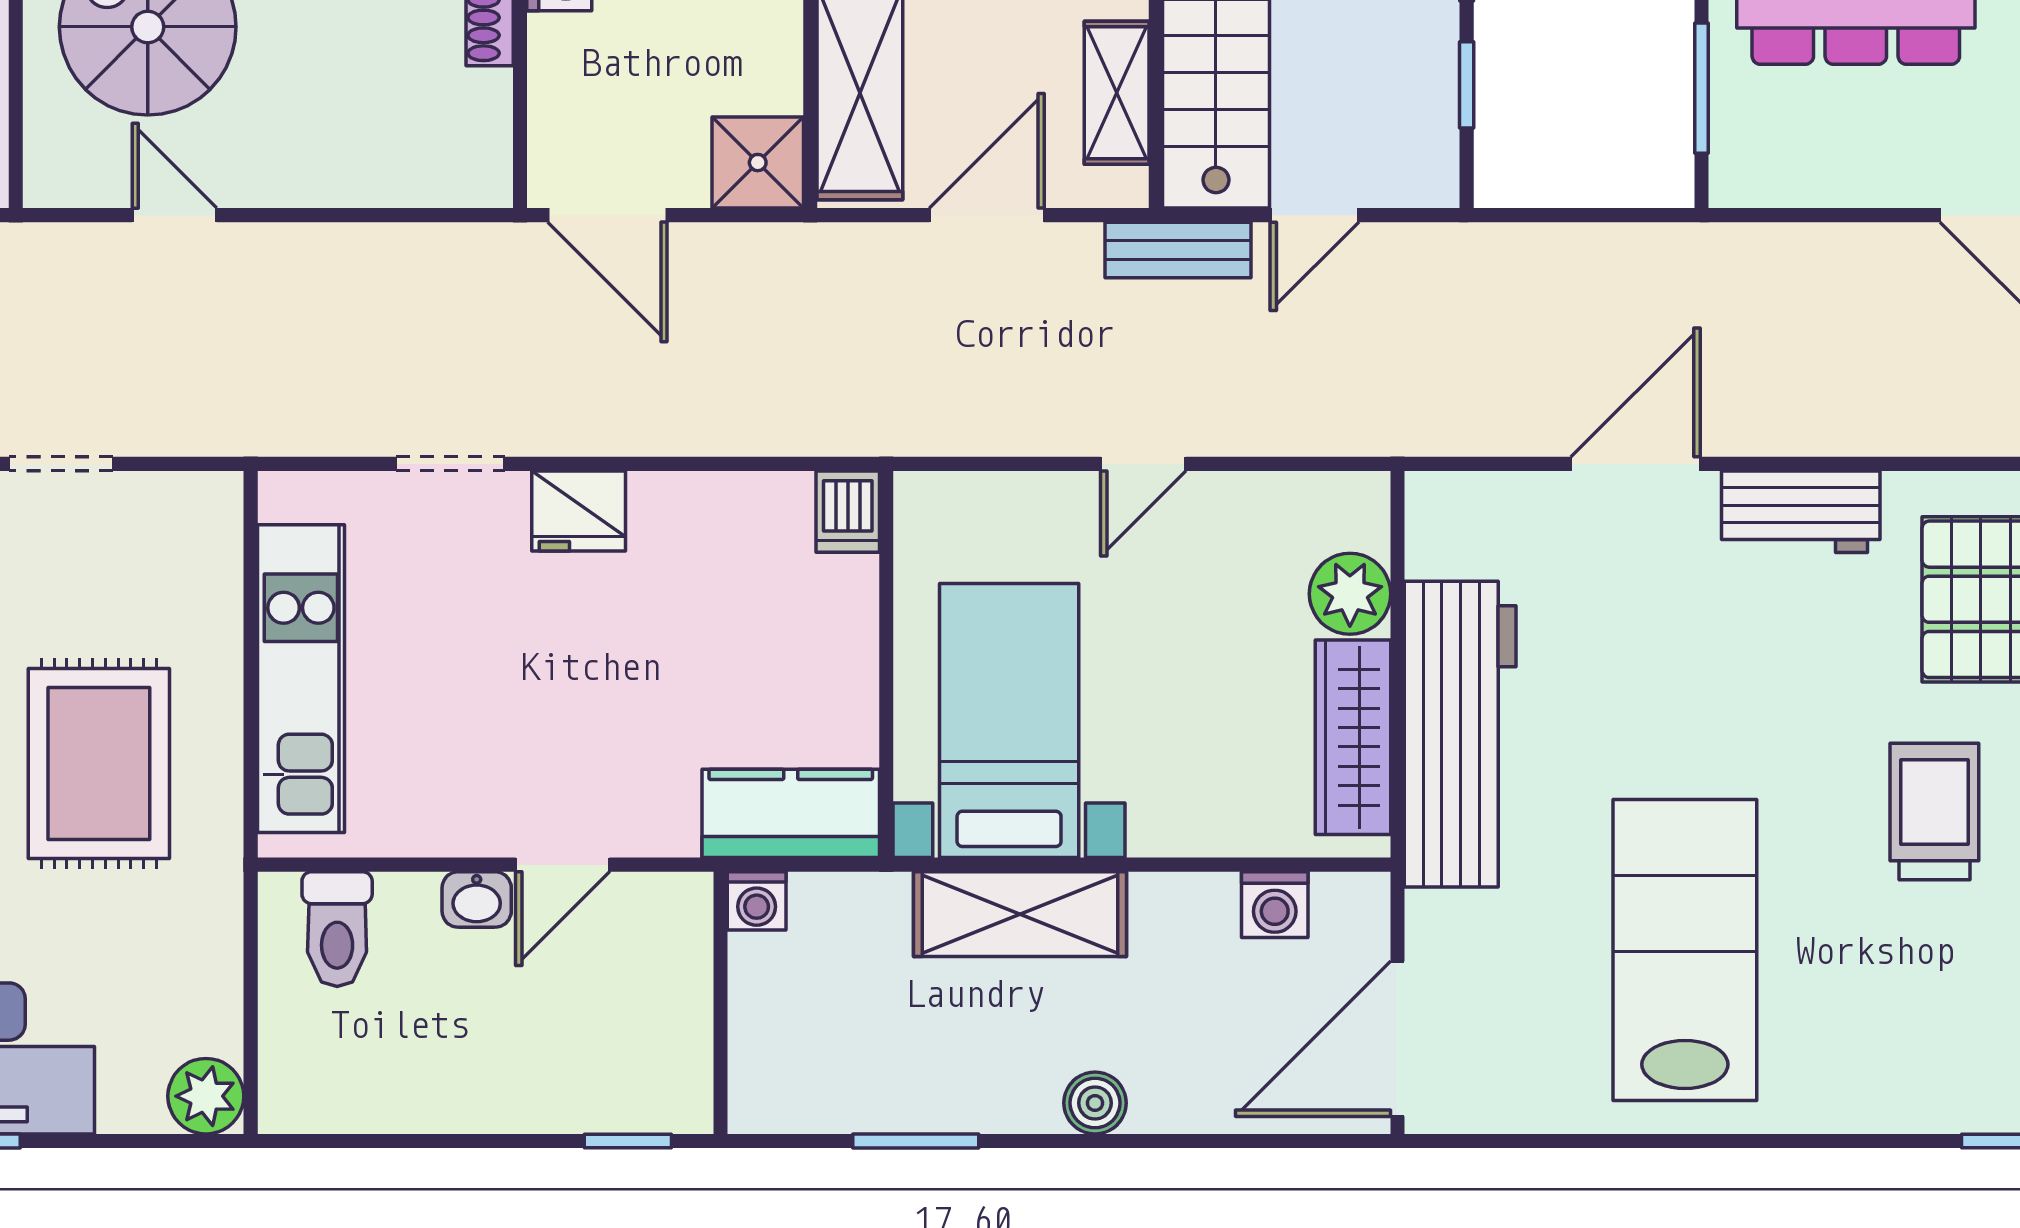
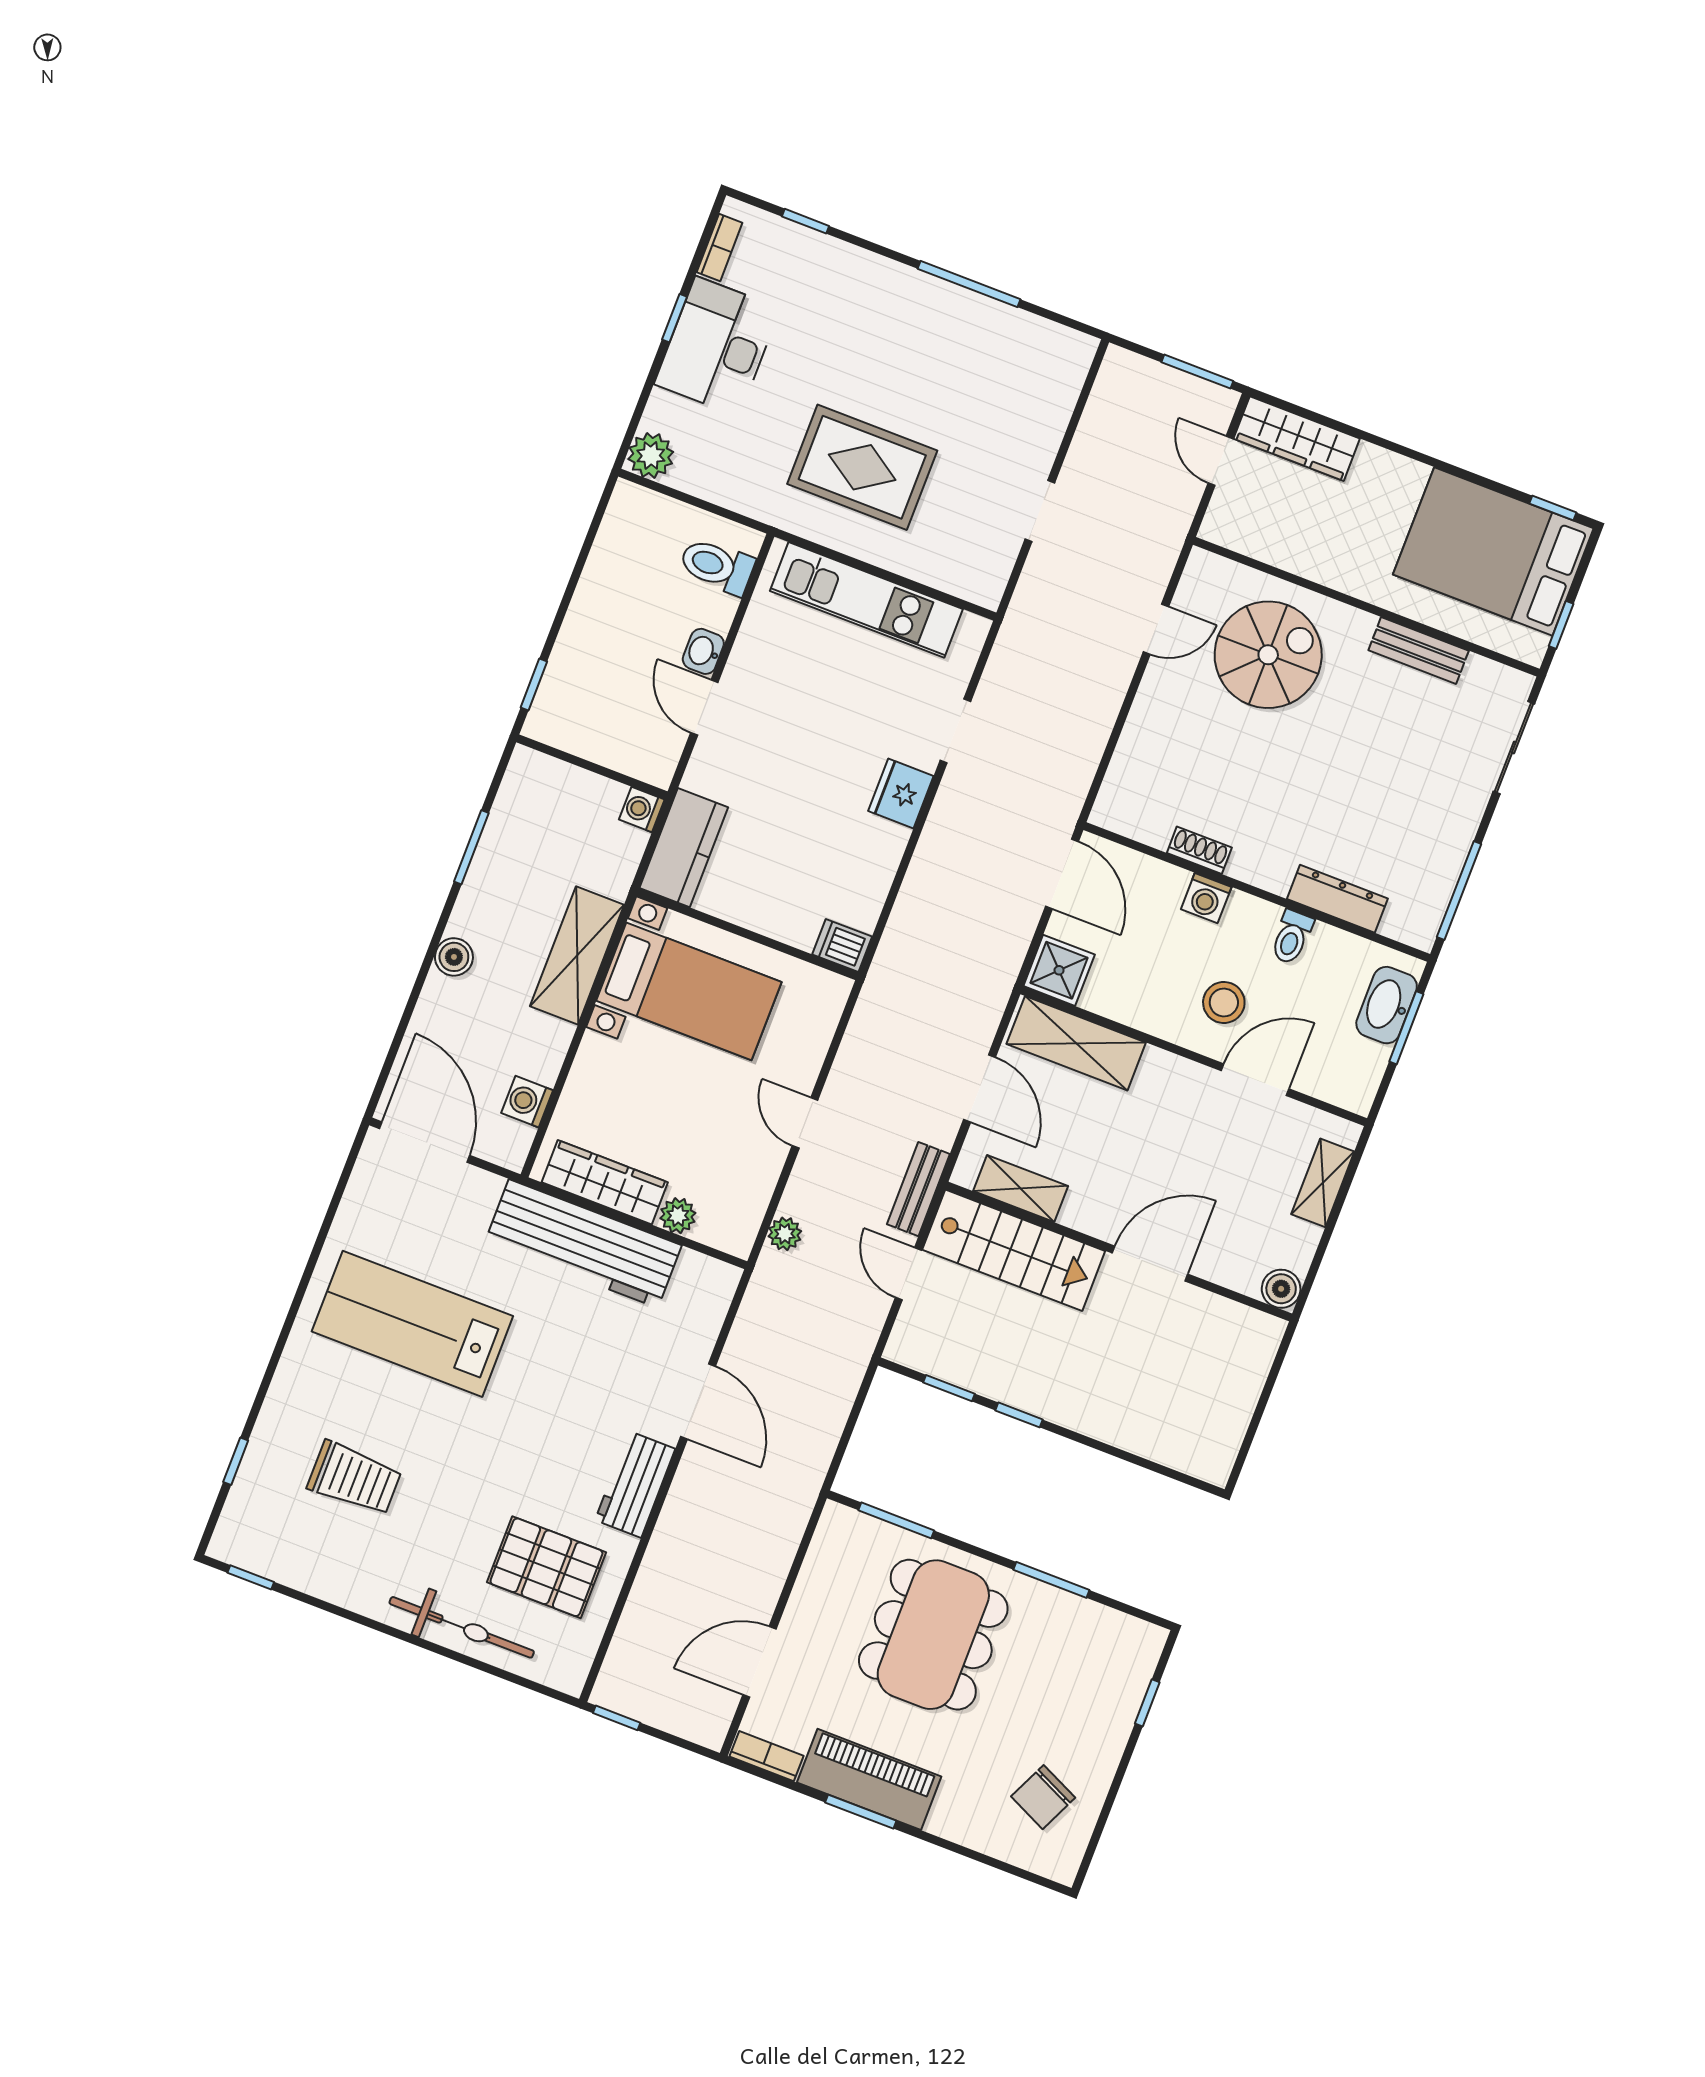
door: (607, 215) -> (1062, 874), swing flipped
plant: (1326, 429) -> (785, 1234), added
plant: (1350, 594) -> (678, 1216), width x0.73, depth x0.73
trolley: (1934, 812) -> (354, 1478), moved
lab bench: (1685, 950) -> (412, 1324), turned 180

